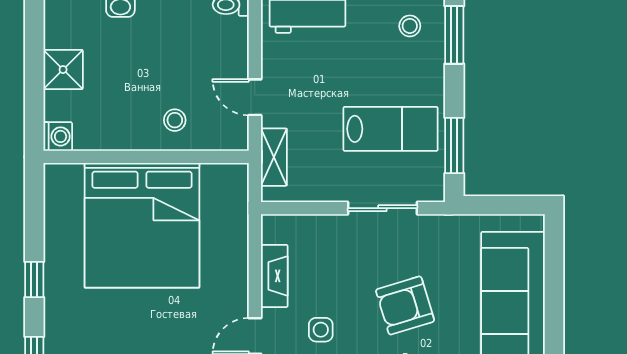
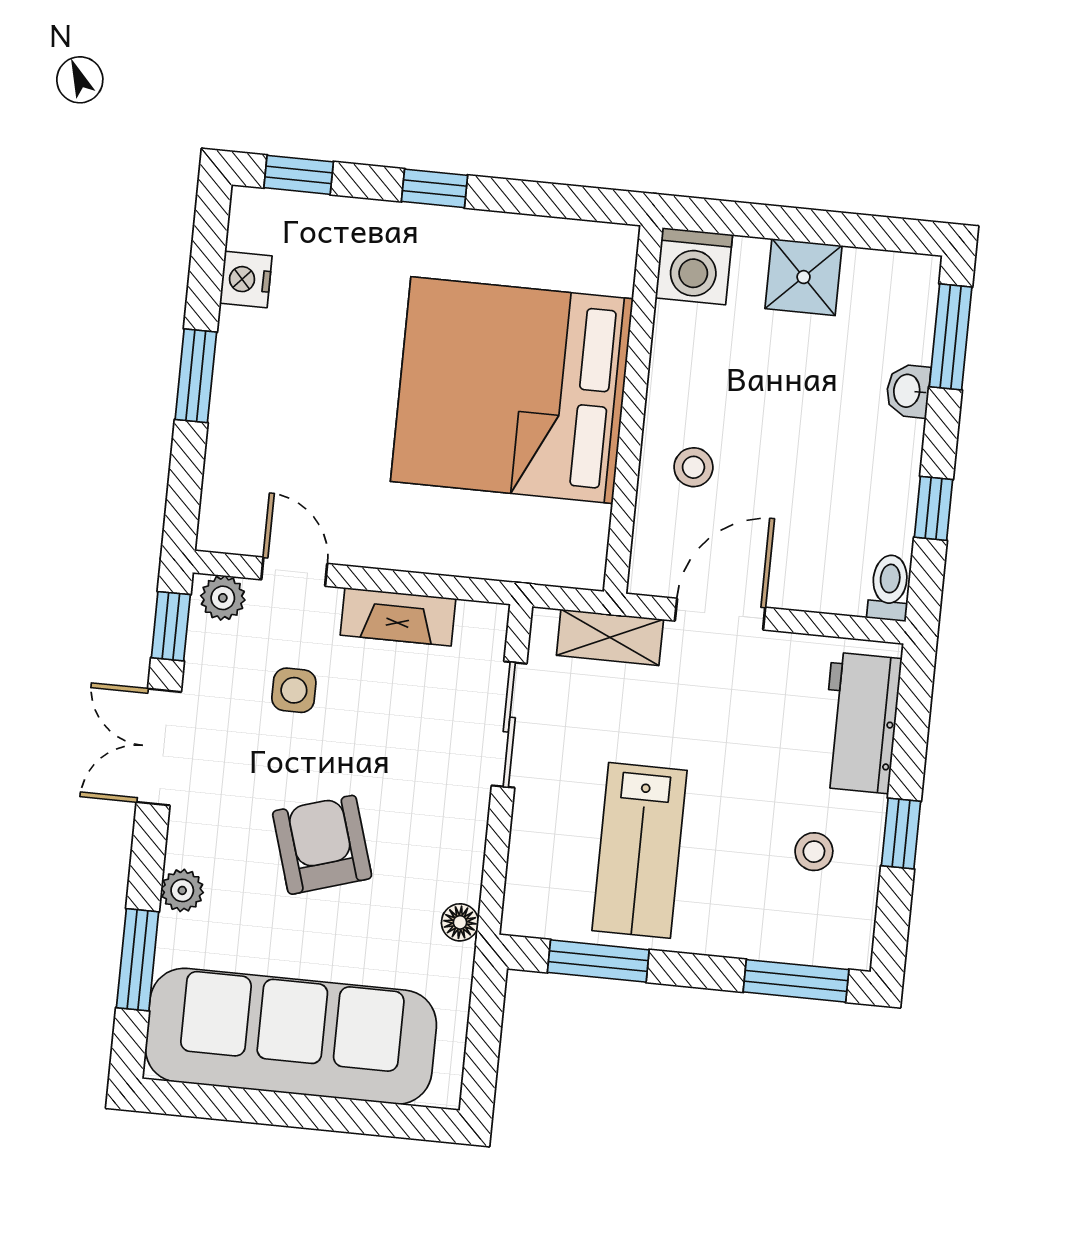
stool: (410, 26) -> (814, 852), moved
door: (255, 97) -> (720, 614), width x1.38
washing machine: (58, 136) -> (694, 266), width x1.38, depth x1.38
sliding door: (382, 208) -> (509, 725), moved
floor lamp: (440, 225) -> (460, 922), added

